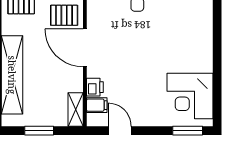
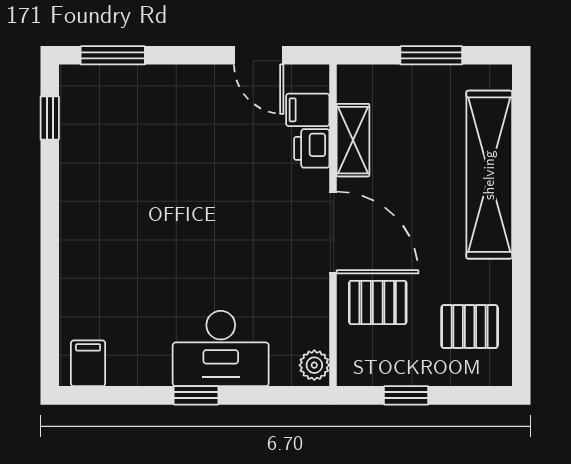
corner desk: (190, 96) -> (108, 129), removed
window: (217, 101) -> (50, 118), added
shelving: (76, 109) -> (353, 140), moved

